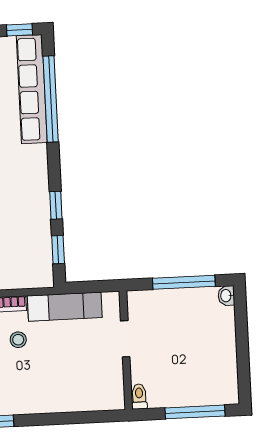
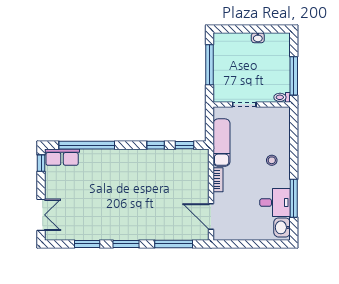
row of seats: (32, 89) -> (62, 157), width x0.50
washbasin: (226, 296) -> (258, 38), moved
stool: (18, 340) -> (272, 160), moved
window: (195, 412) -> (294, 76), moved

